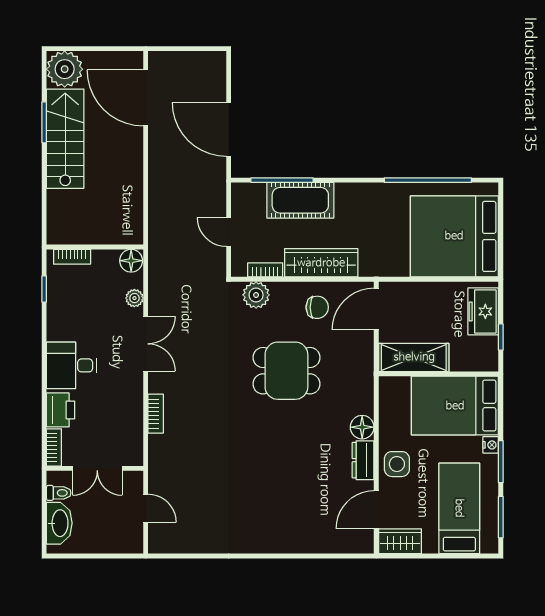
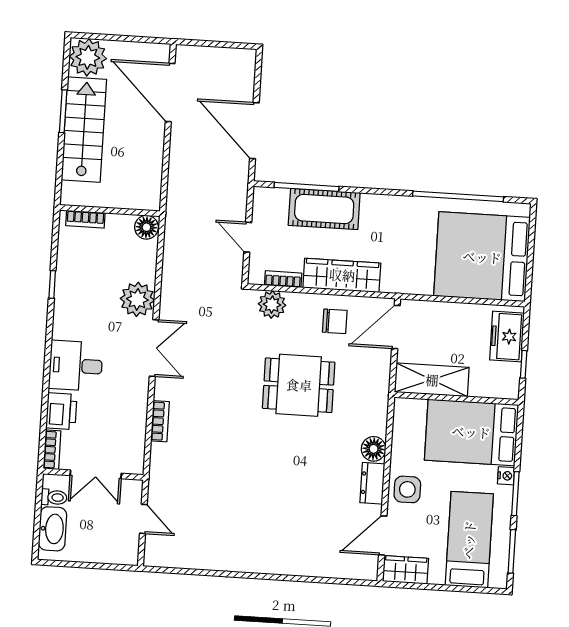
wall: (95, 247) -> (110, 211), moved
bookcase: (72, 257) -> (85, 219), moved
floor lamp: (131, 261) -> (146, 227), moved
plant: (134, 298) -> (137, 299), width x1.88, depth x1.88

